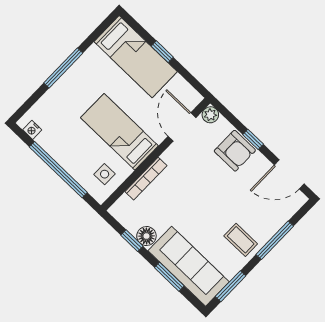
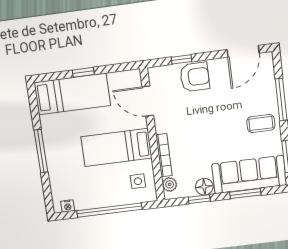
plant: (210, 115) -> (170, 184), moved
window: (253, 139) -> (181, 59), moved

